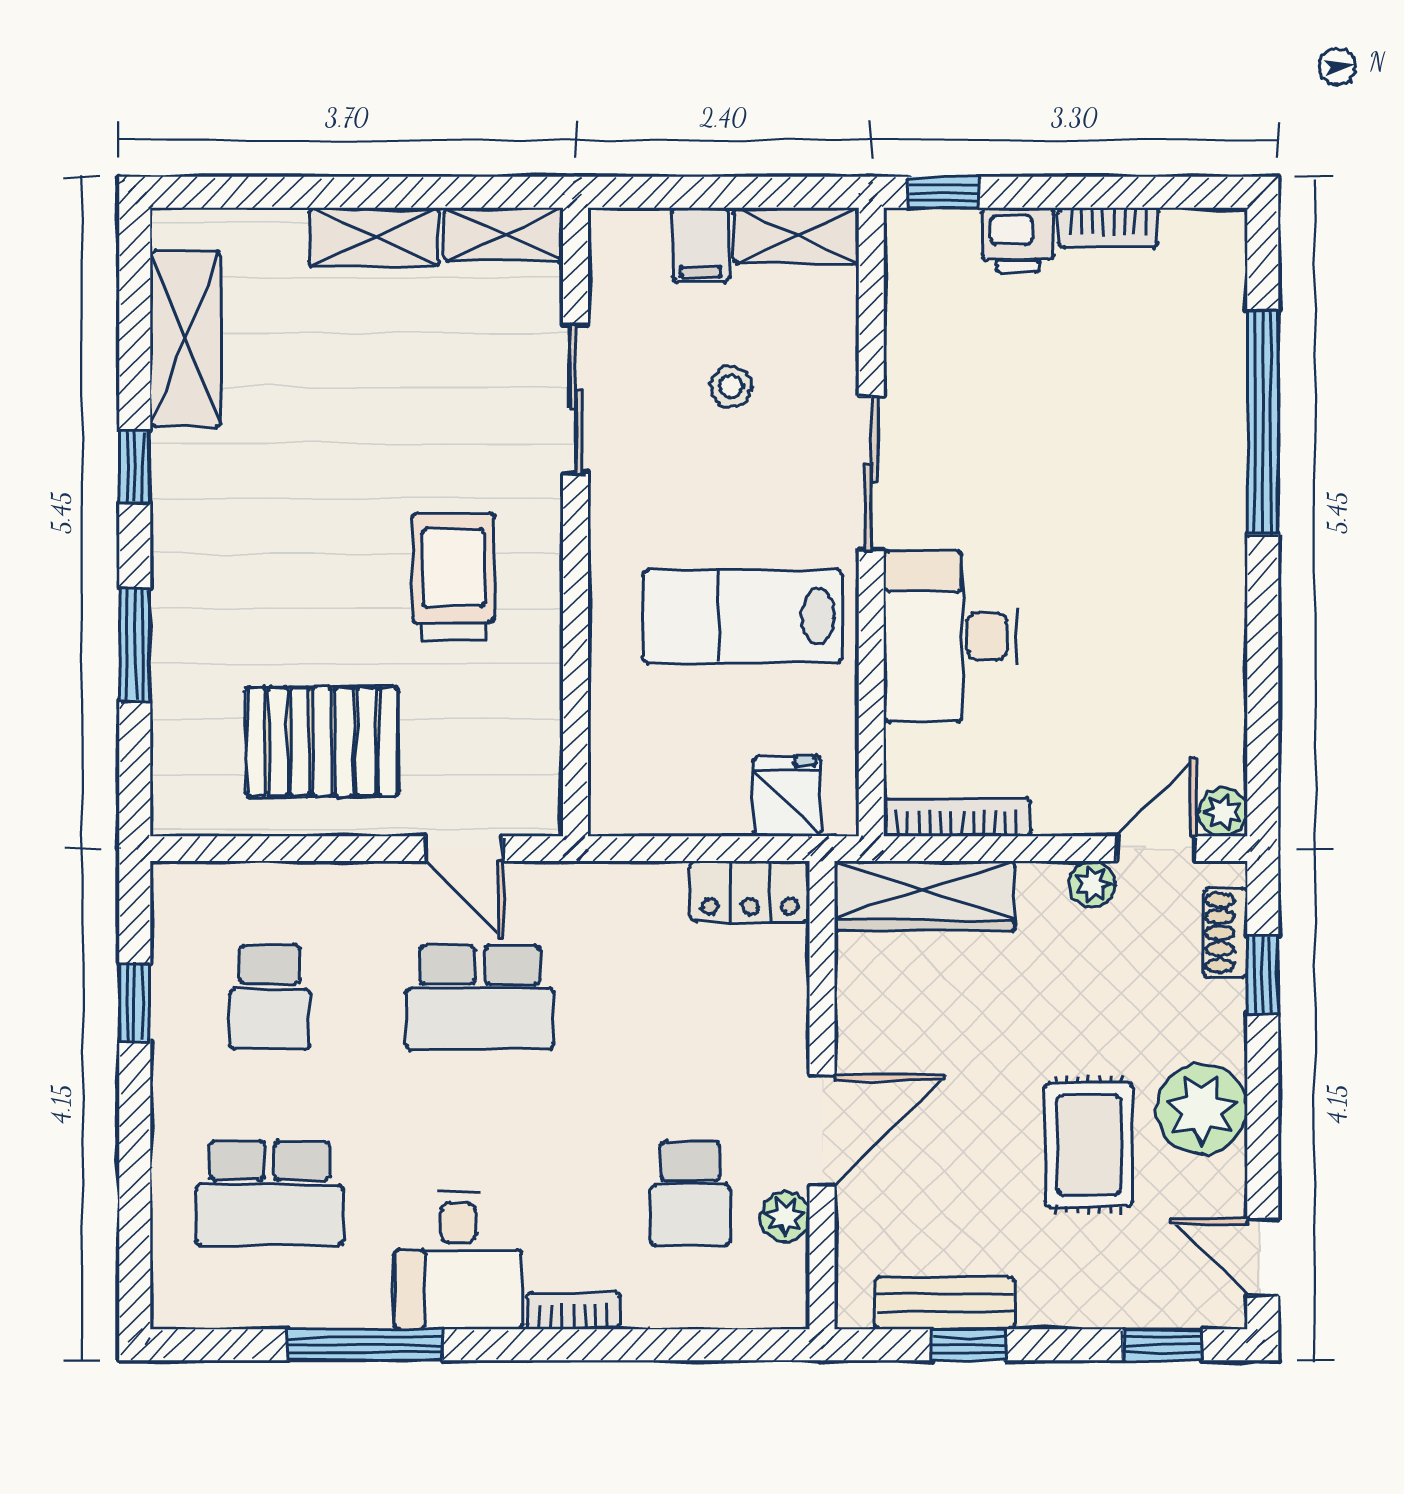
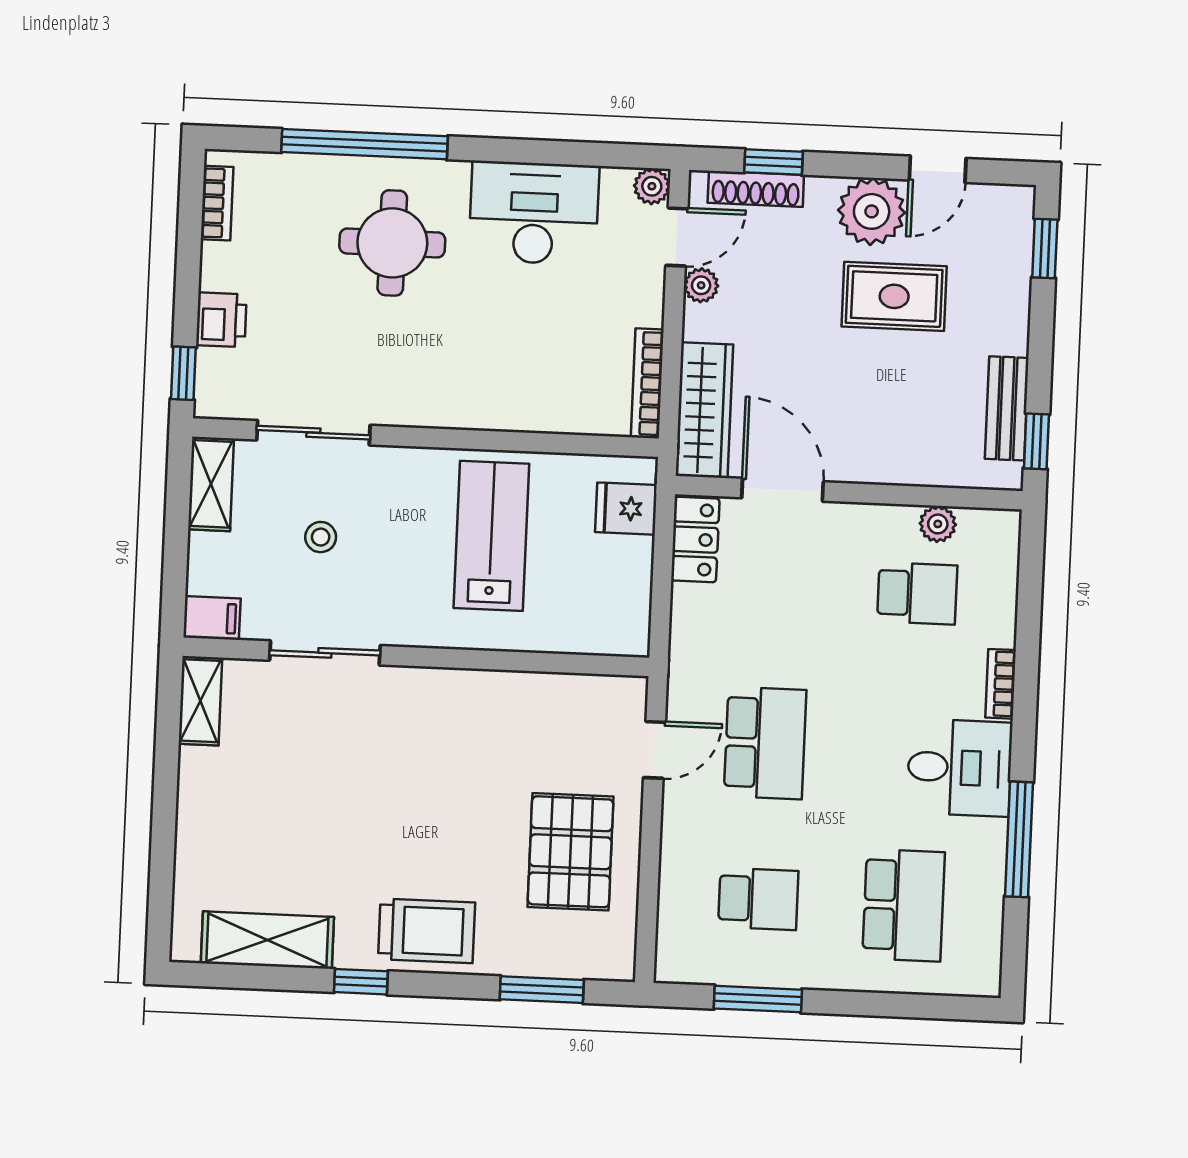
bookcase: (1108, 228) -> (217, 203), moved
shelving: (374, 237) -> (198, 797), removed
filing cabinet: (701, 245) -> (212, 618), moved
round table: (1131, 466) -> (392, 243), added
sliding door: (871, 473) -> (313, 433), moved
trolley: (453, 577) -> (427, 931), moved, turned 180
lab bench: (743, 616) -> (491, 536), turned 180
desk: (951, 636) -> (534, 213), moved, turned 180
window: (135, 645) -> (542, 990), moved
door: (1156, 849) -> (677, 237), swing flipped
shoe rack: (1226, 933) -> (756, 189), width x1.43
window: (135, 1003) -> (758, 999), width x1.50
door: (822, 1130) -> (783, 490), moved
door: (1263, 1257) -> (938, 169), moved
window: (969, 1345) -> (1036, 441), moved

